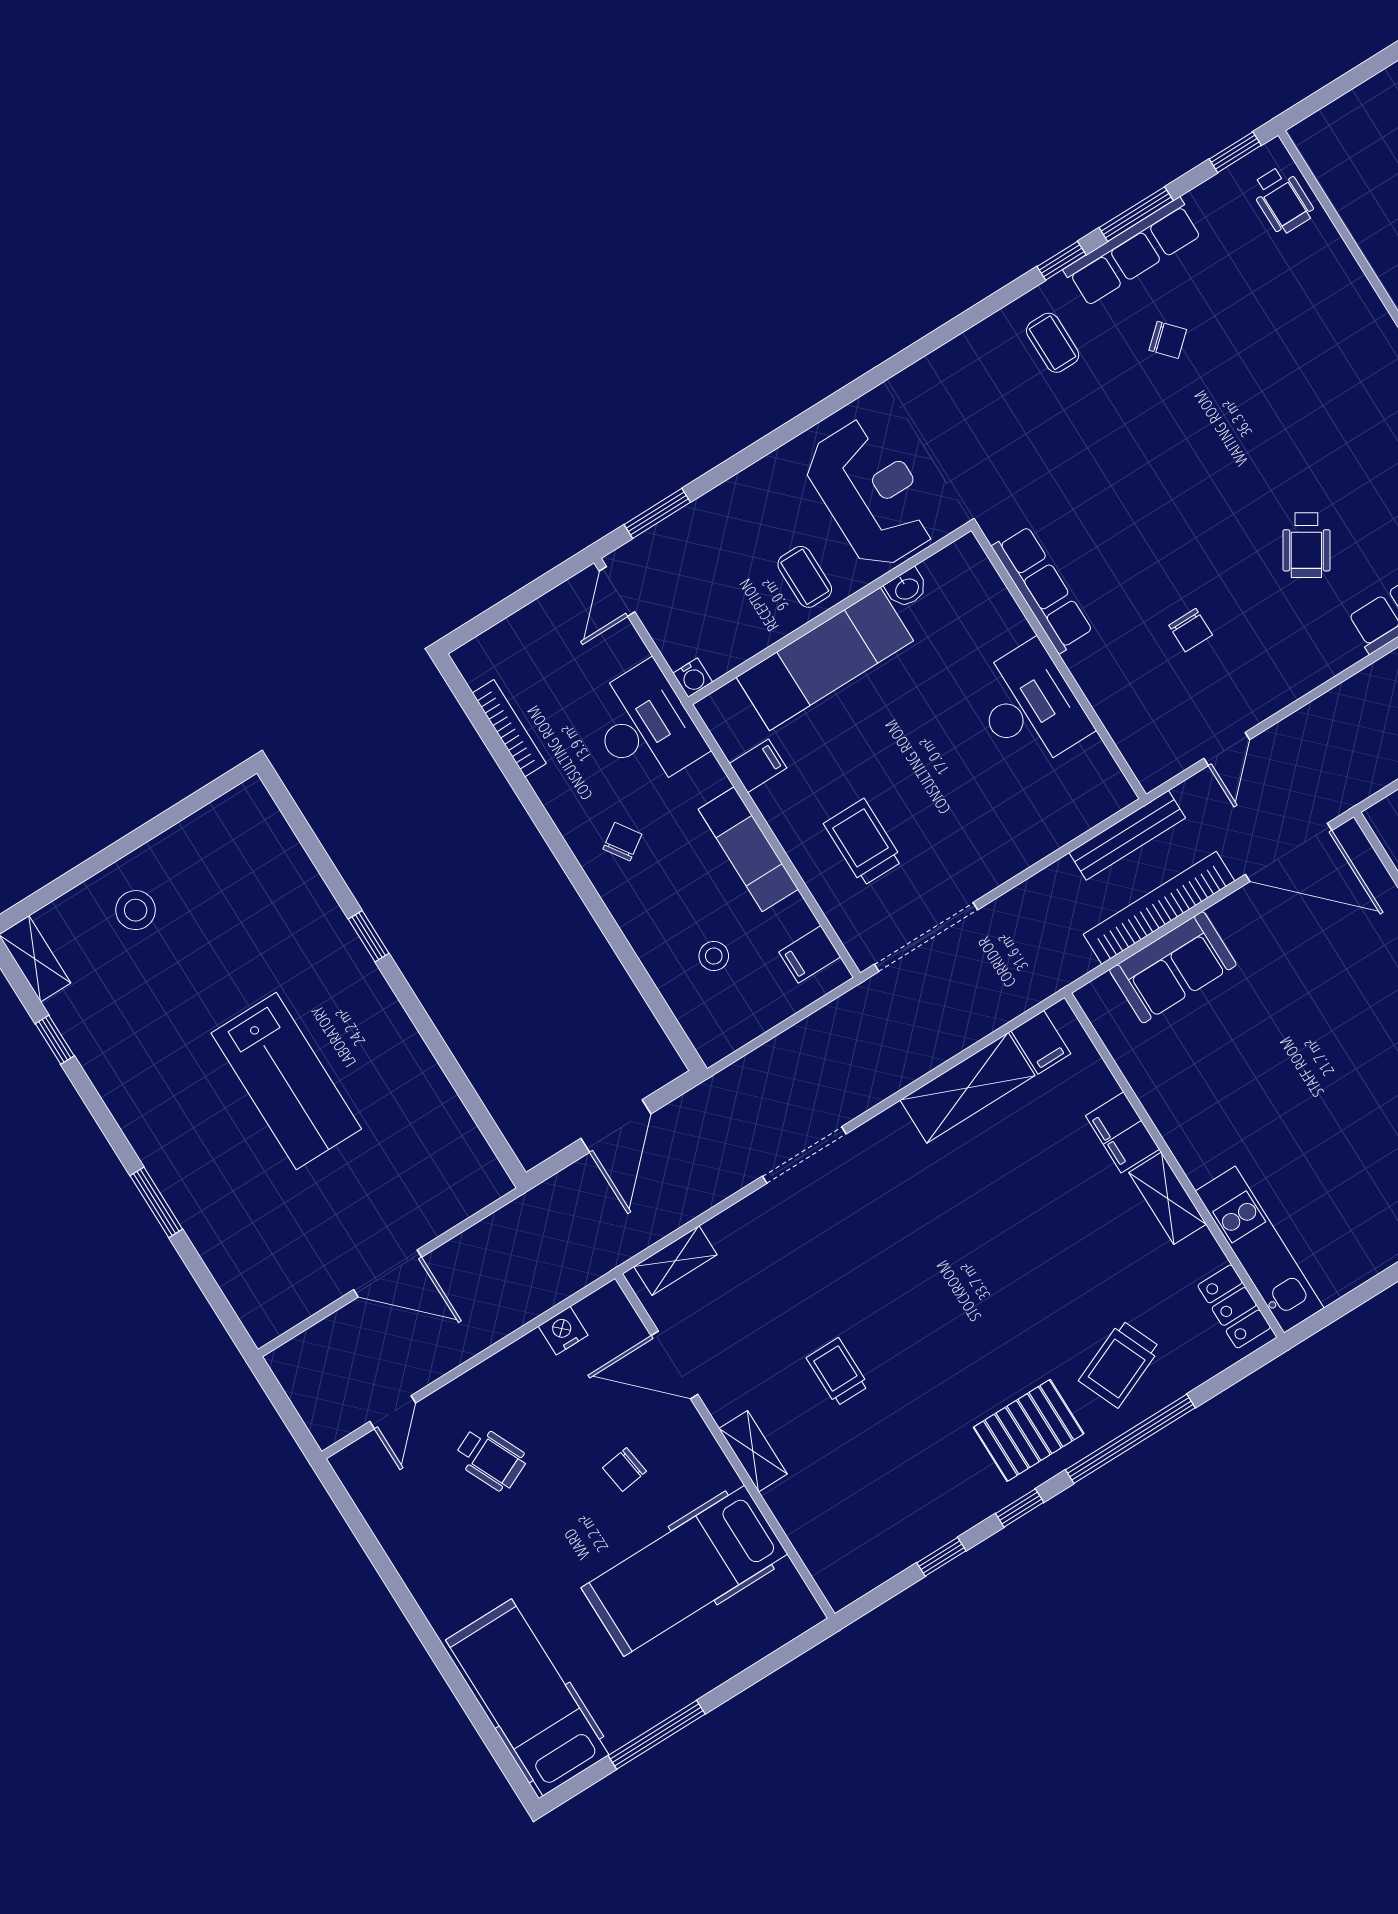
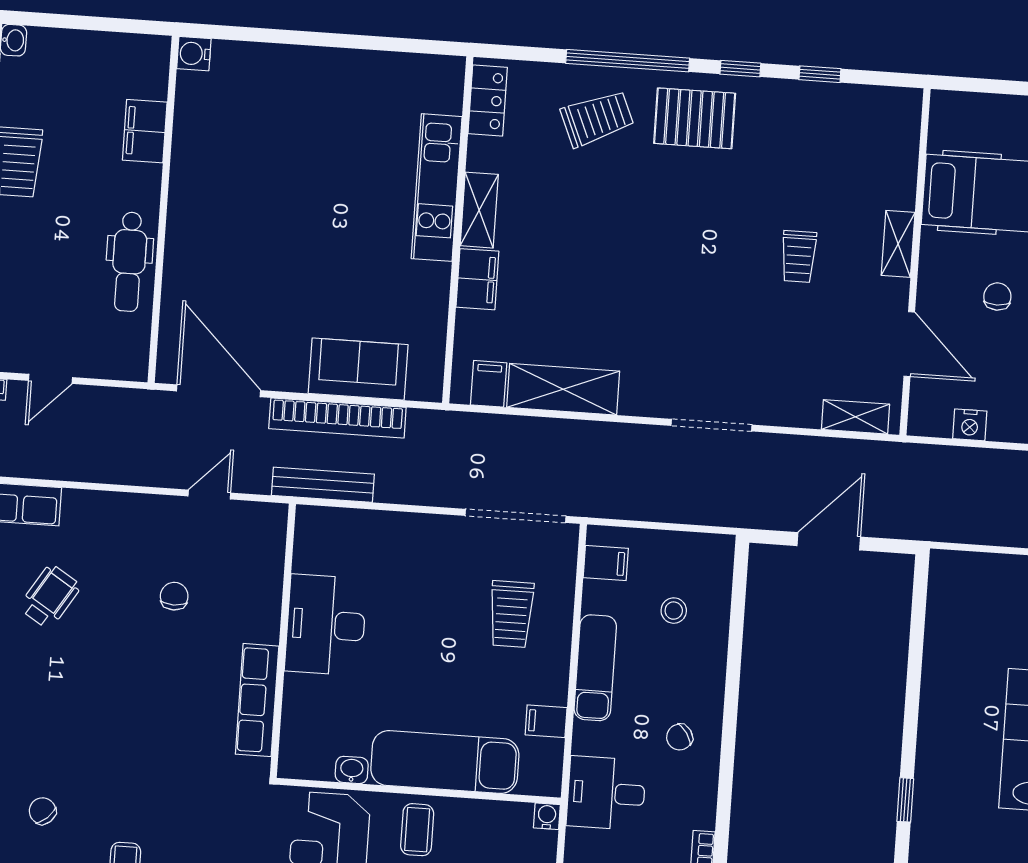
desk: (645, 727) -> (606, 793), width x0.73
kitchen unit: (1260, 1250) -> (437, 188), moved
chair: (624, 1470) -> (997, 296), turned -82

